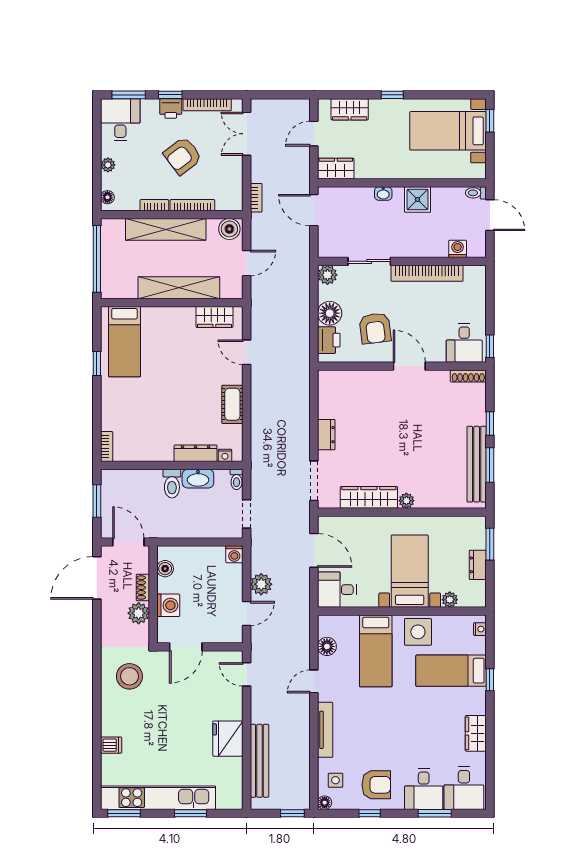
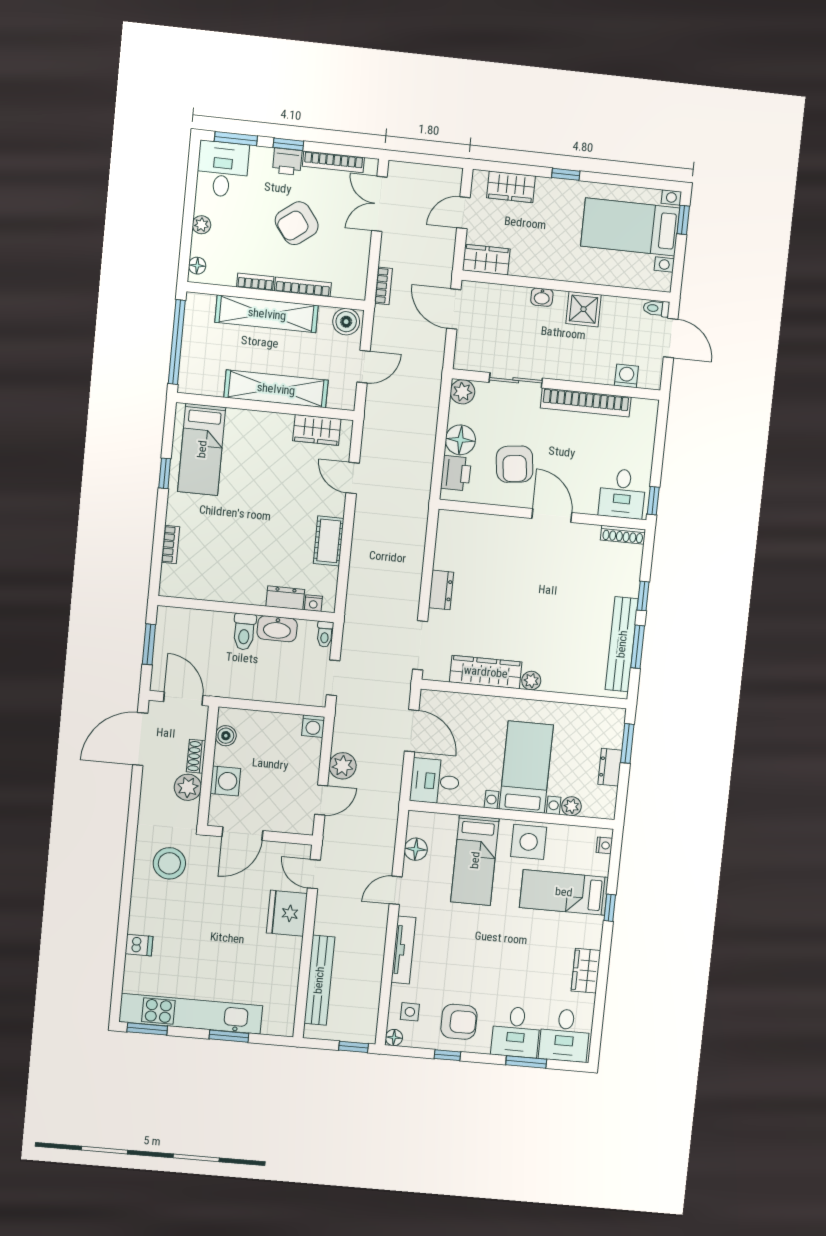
bookcase: (107, 447) -> (170, 544), moved
dresser: (196, 453) -> (285, 598), width x0.70
fridge: (228, 739) -> (287, 913), moved

